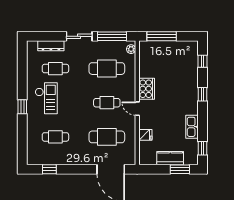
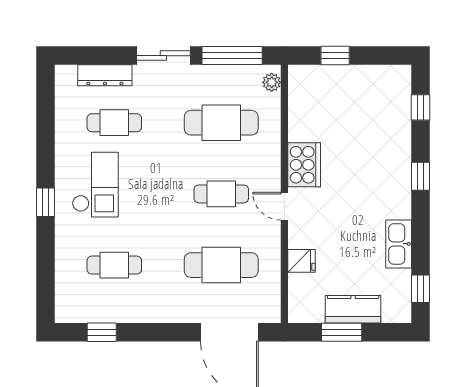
window: (162, 36) -> (335, 56), width x0.46
window: (180, 169) -> (342, 332), moved

